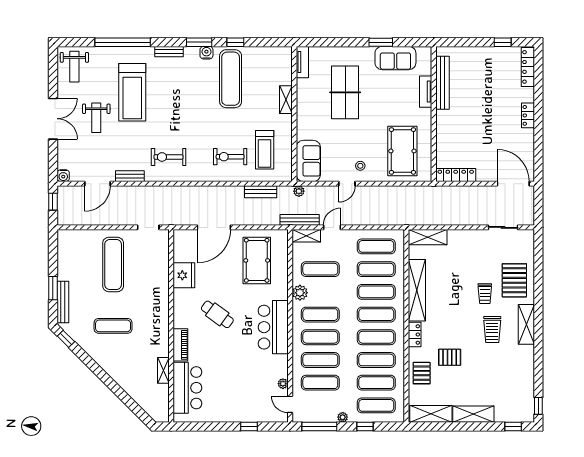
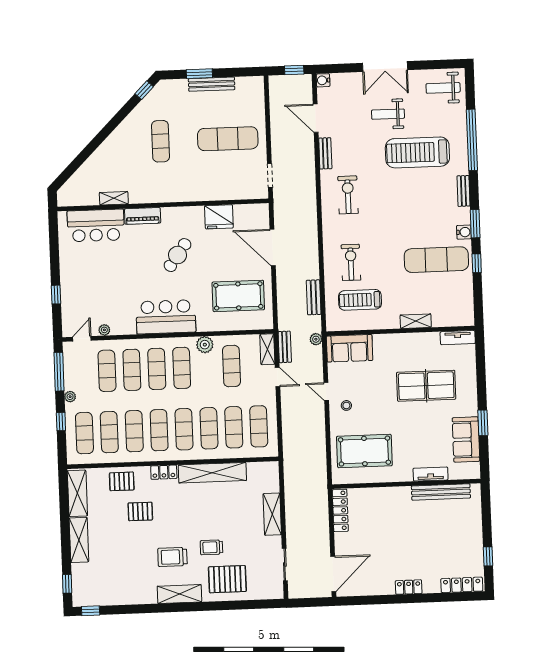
bench: (300, 220) -> (285, 347), width x0.73
shelving: (428, 237) -> (272, 514), moved
bench: (63, 302) -> (212, 84), moved
pallet: (450, 357) -> (140, 511), turned 90

